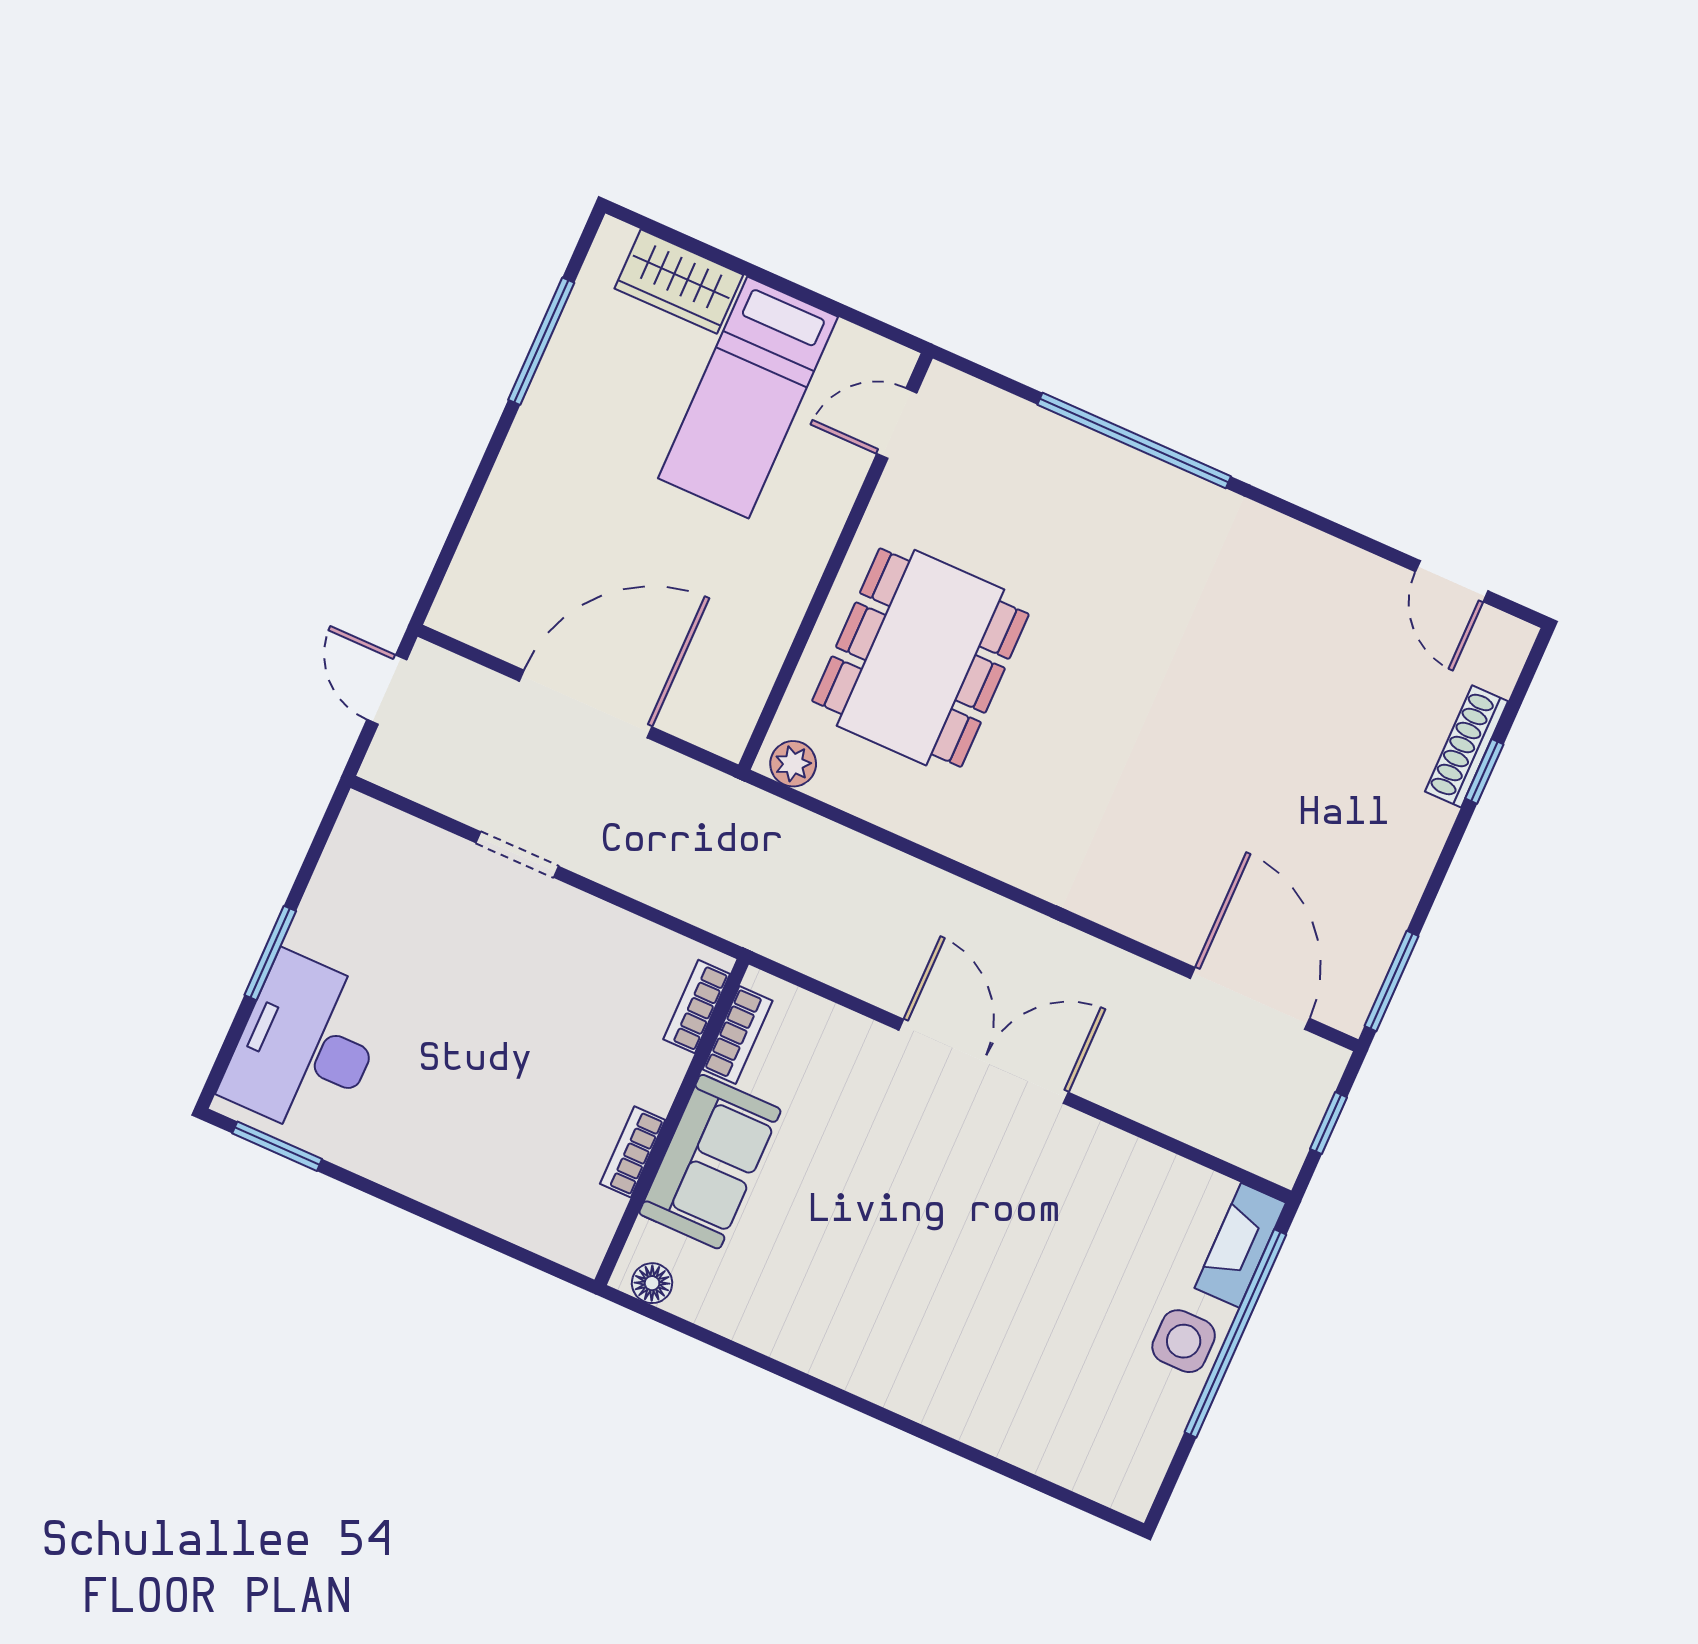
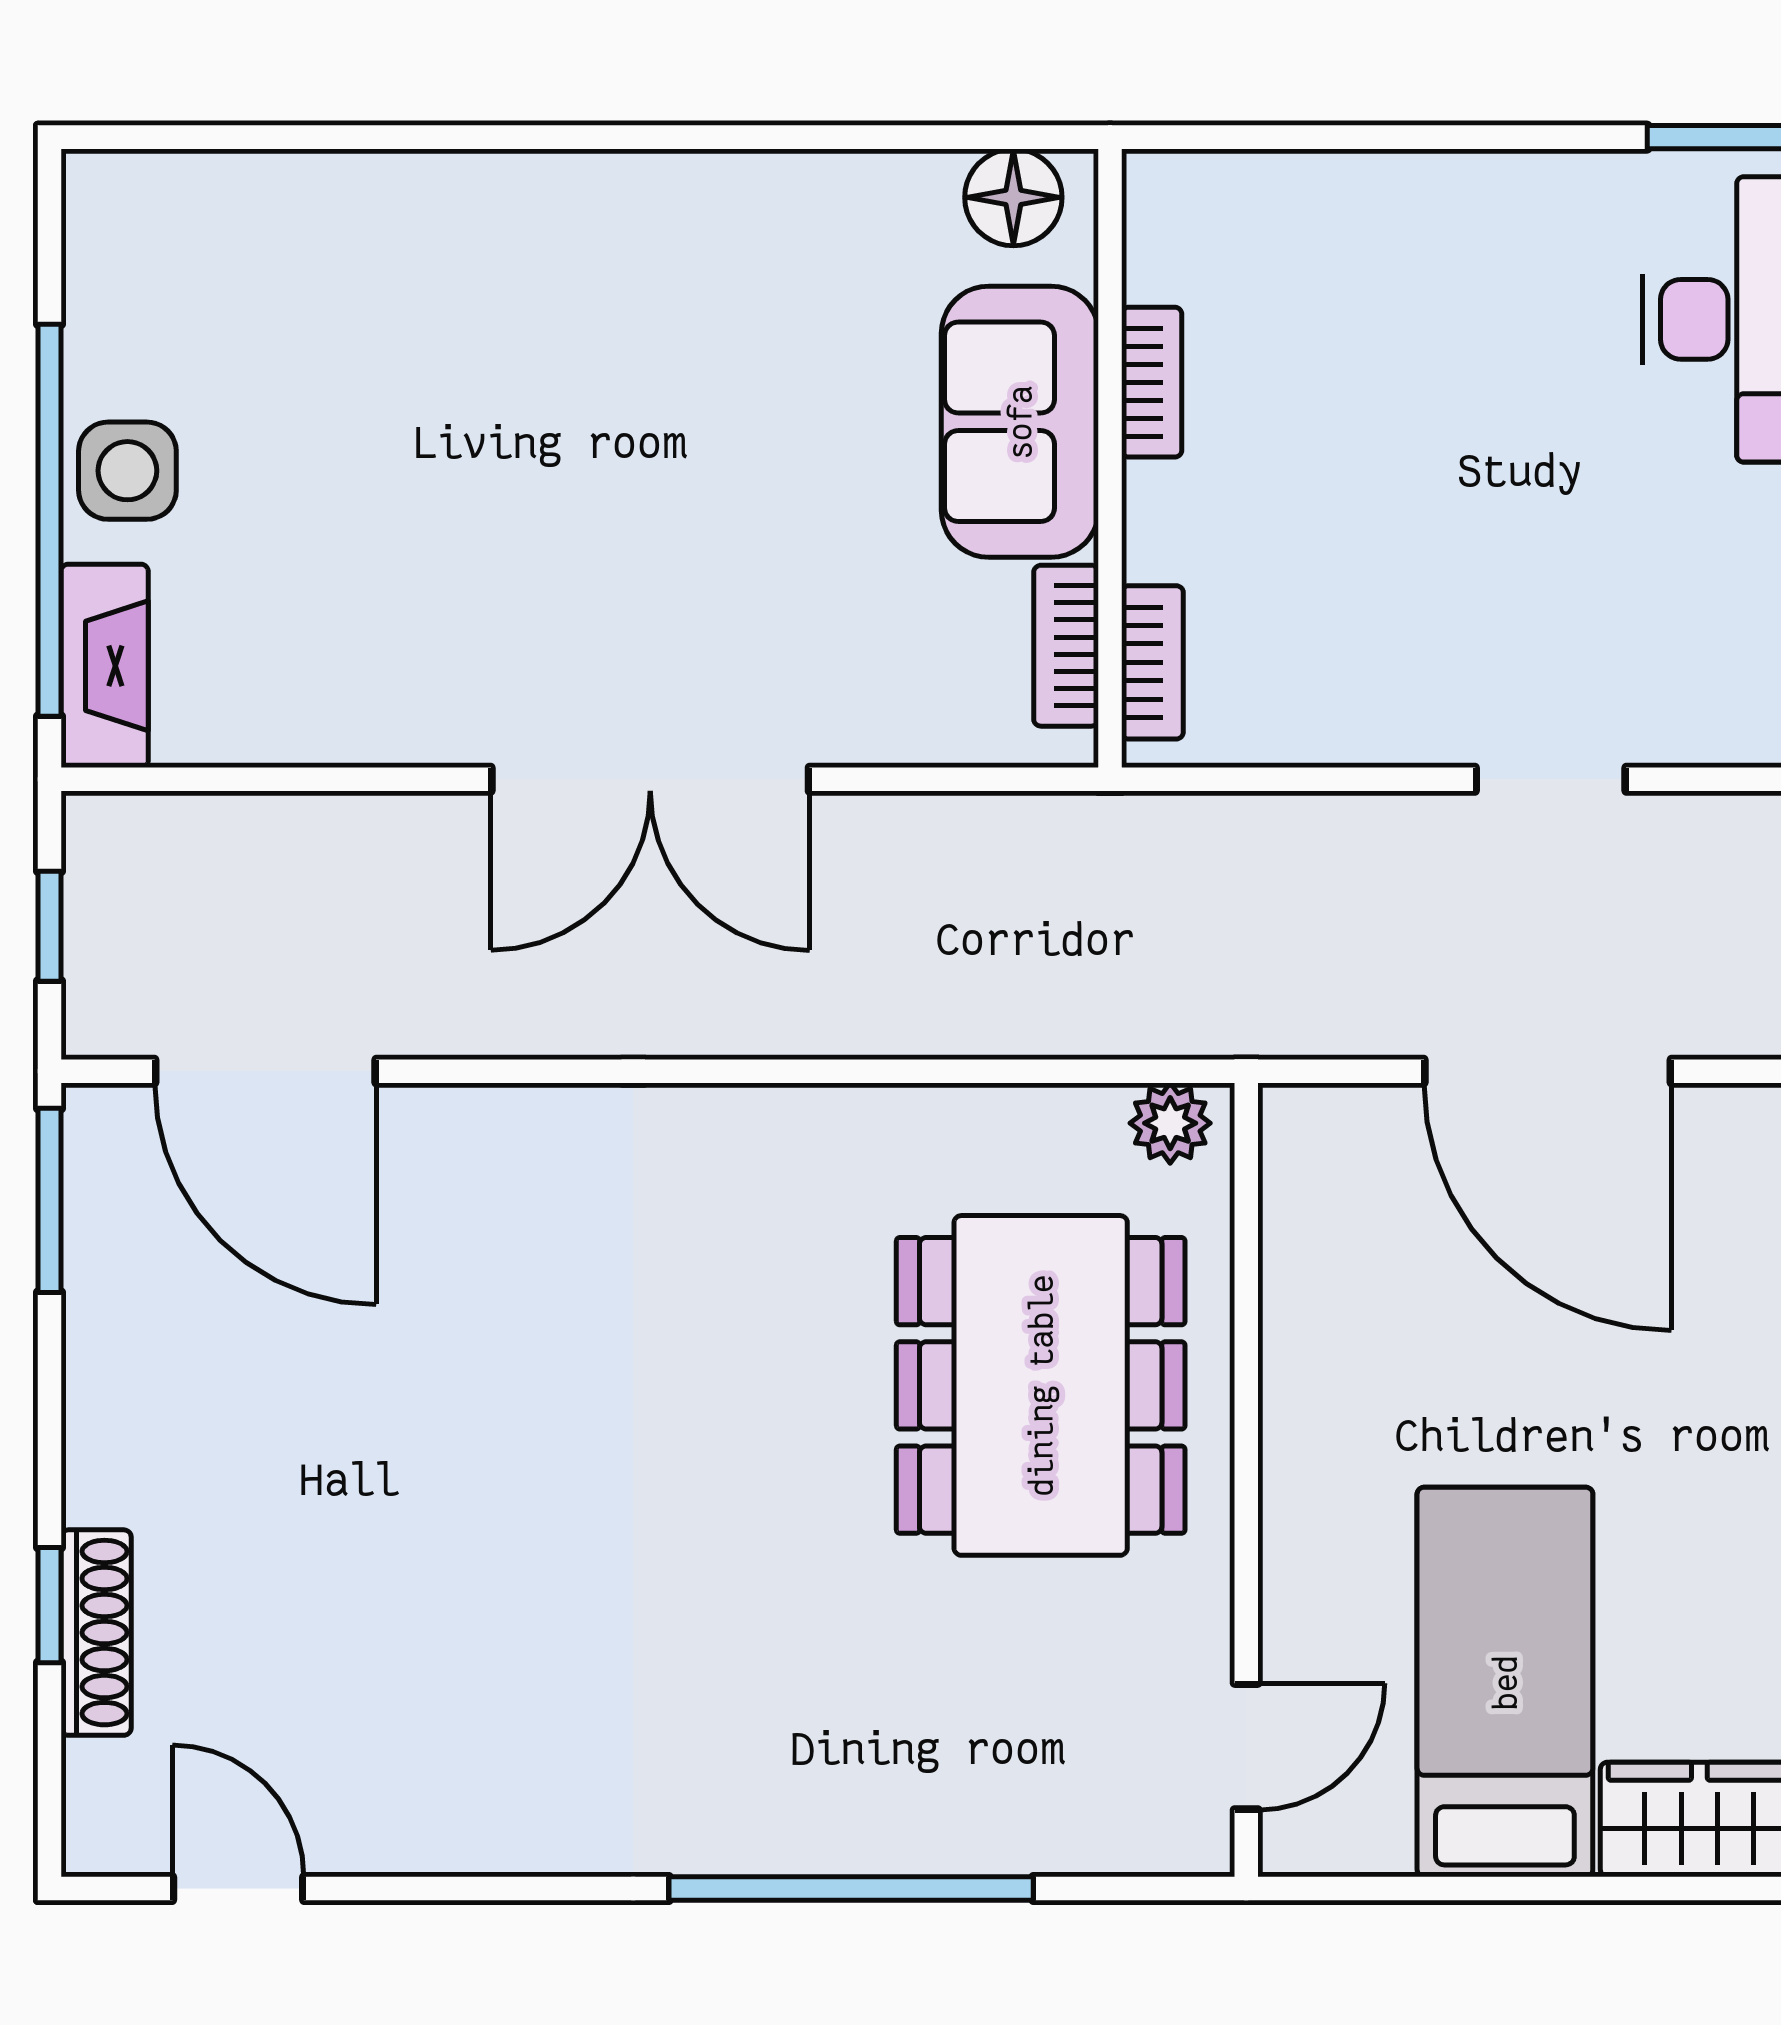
door: (586, 704) -> (1548, 1071), hinge flipped
floor lamp: (652, 1283) -> (1013, 197), width x1.37, depth x1.37

